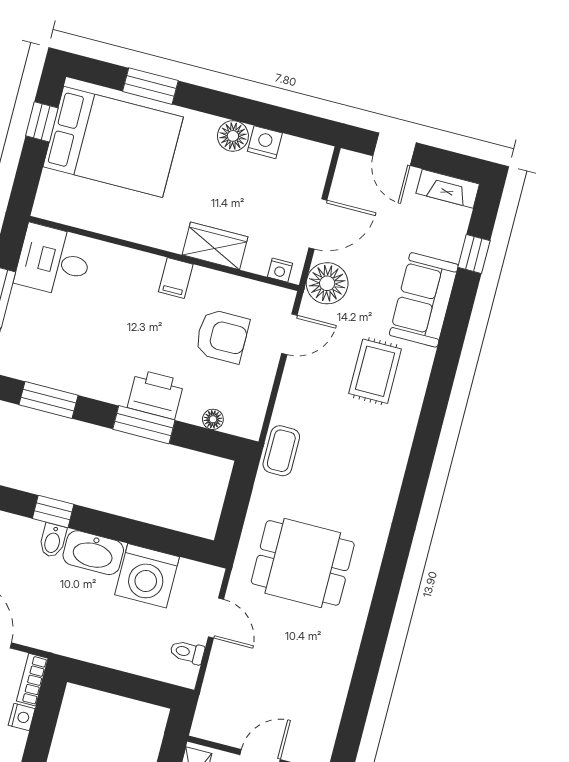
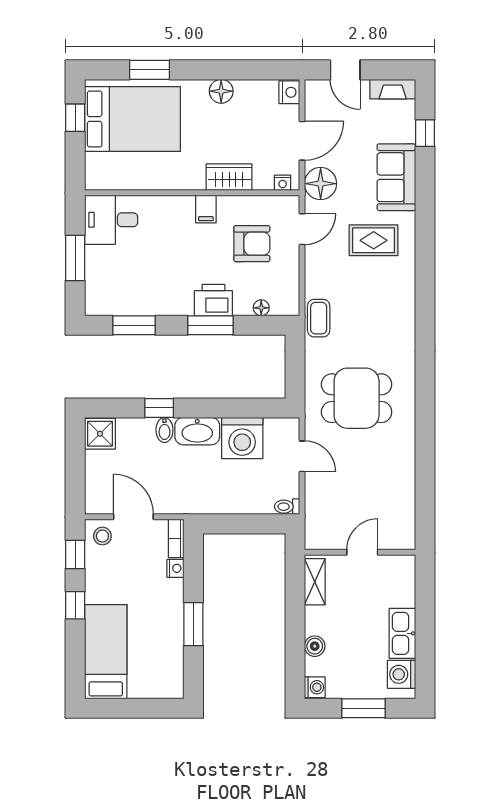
nightstand: (265, 142) -> (289, 92), moved, turned 90
rug: (375, 371) -> (374, 240), turned 90
toilet: (187, 652) -> (287, 507), moved

